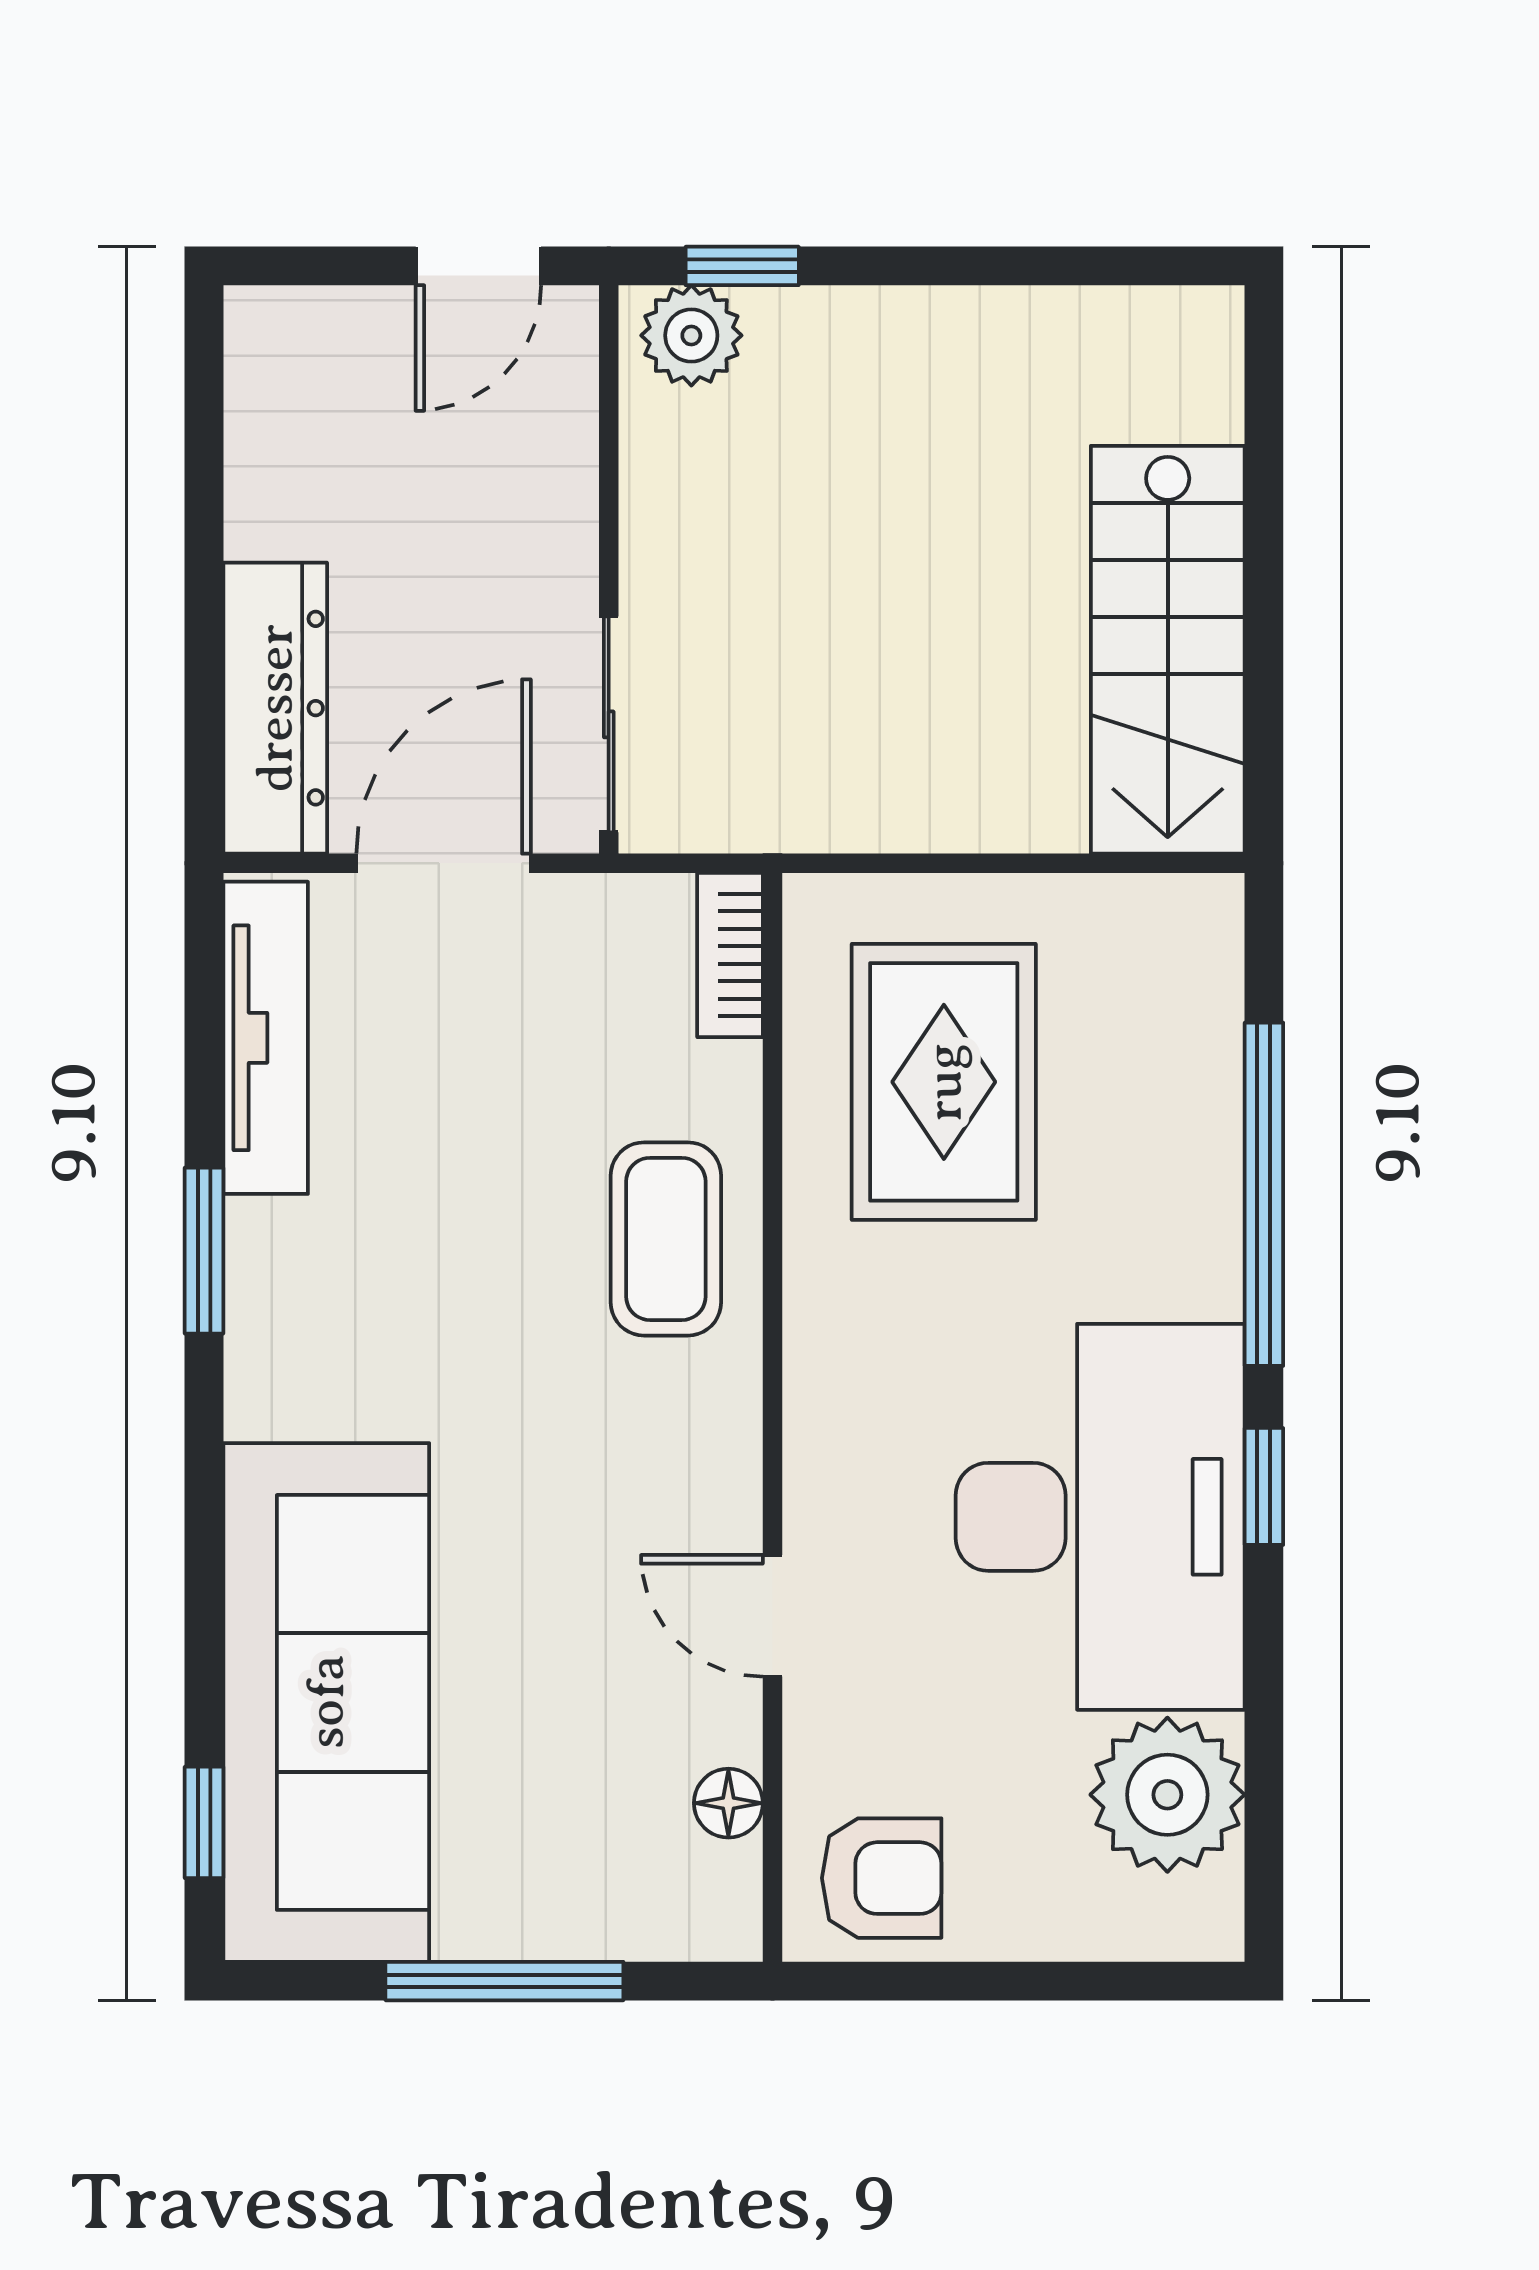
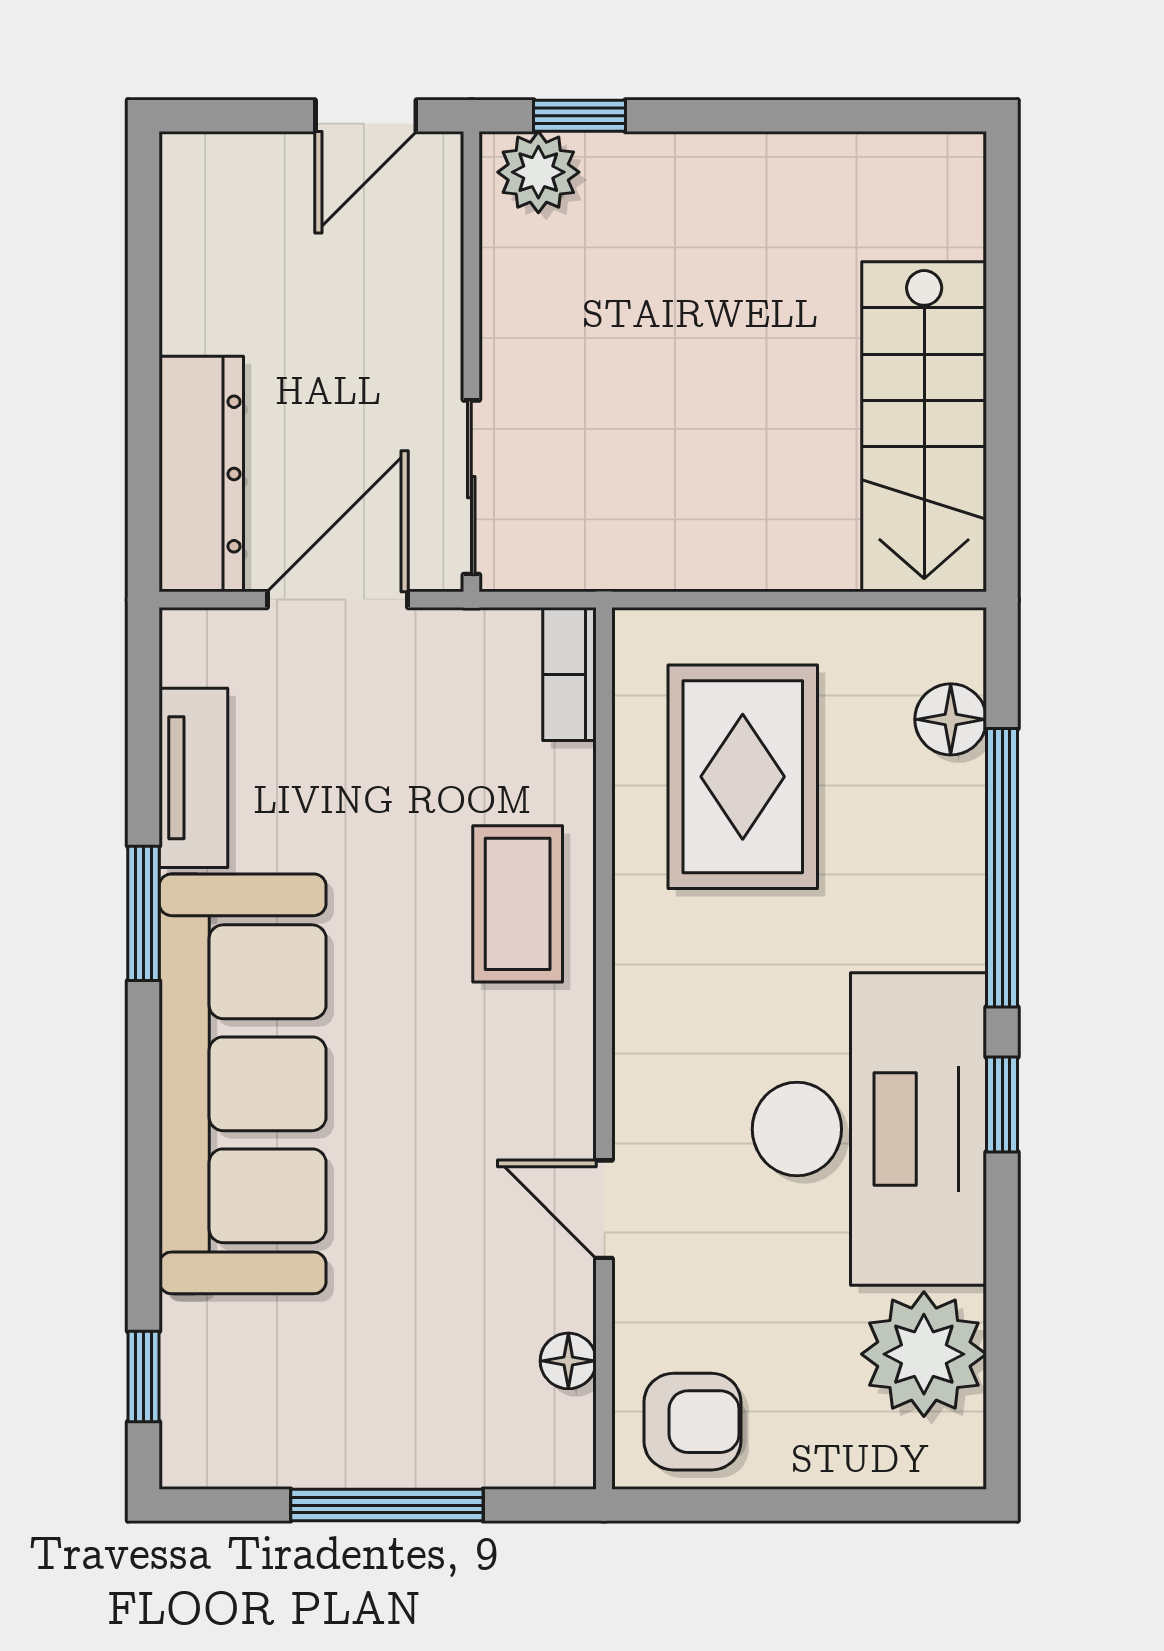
floor lamp: (1201, 1011) -> (951, 719), added
tv unit: (266, 1038) -> (193, 778), width x0.71
sofa: (326, 1702) -> (243, 1084), moved

